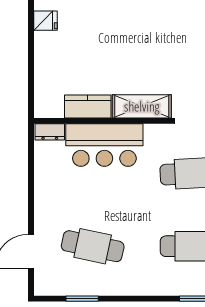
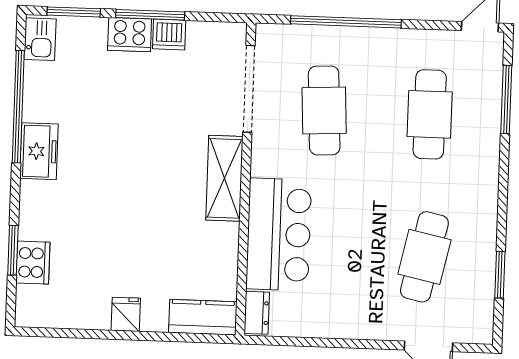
fridge: (45, 21) -> (126, 314), moved
kitchen counter: (88, 106) -> (203, 317), moved, turned 90

